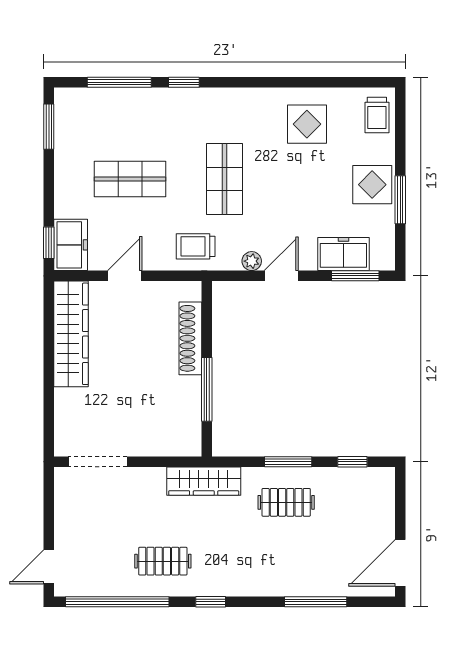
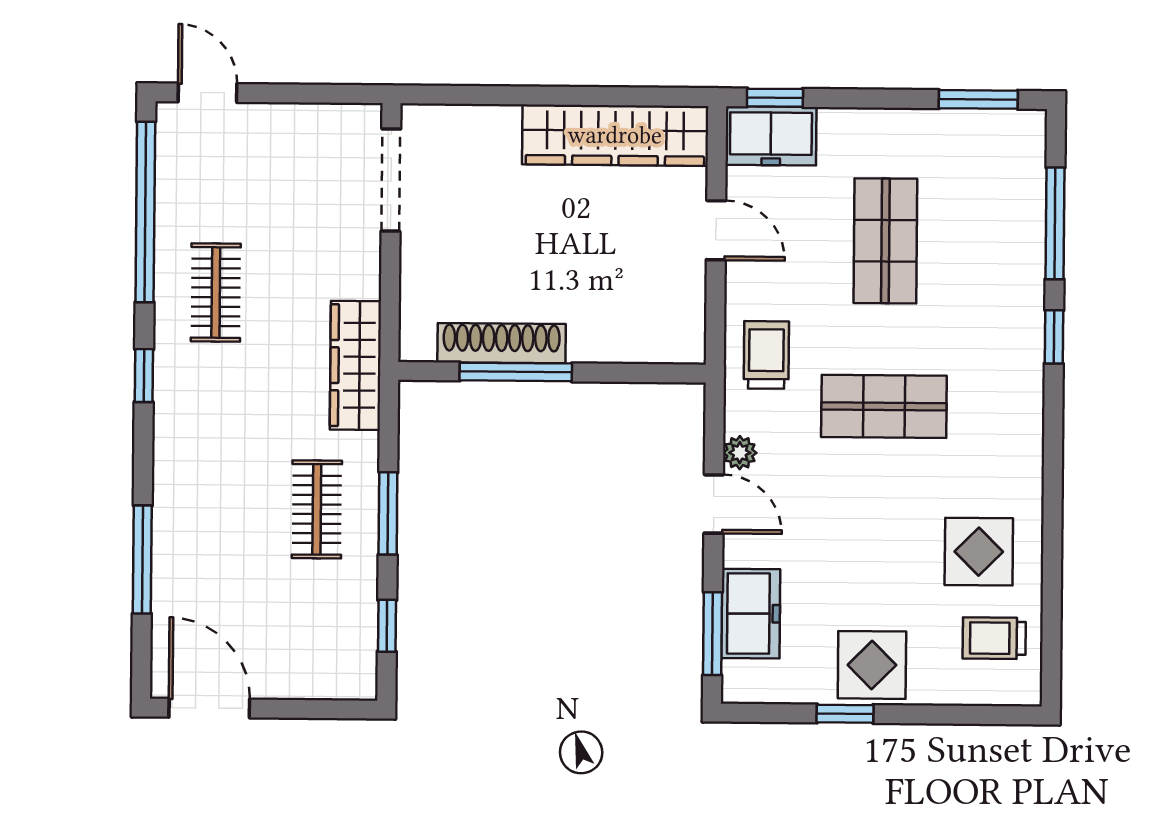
trolley: (377, 115) -> (994, 638), moved
window: (400, 200) -> (845, 714), width x0.67
shoe rack: (190, 338) -> (502, 343), moved

